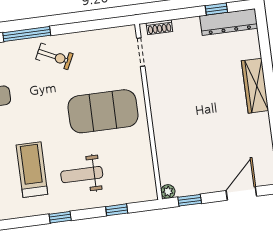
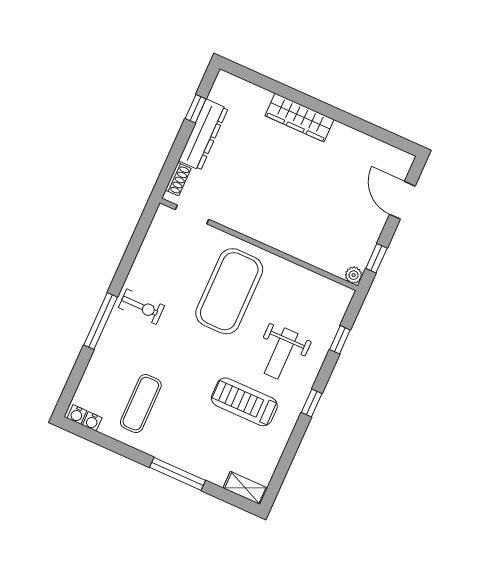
dresser: (229, 22) -> (203, 135), moved
exercise bike: (54, 56) -> (142, 307), turned 64

